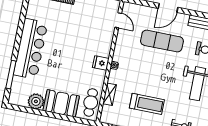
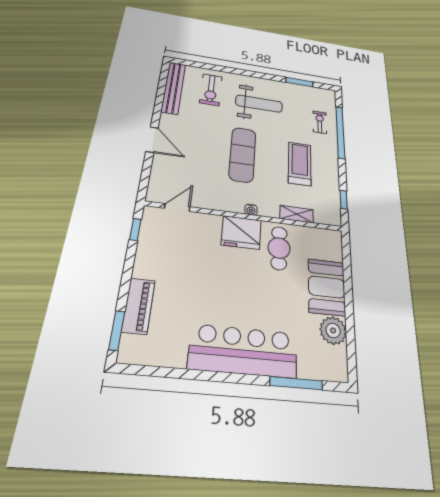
exercise mat: (162, 41) -> (243, 154), moved
fridge: (101, 63) -> (241, 232), width x1.88, depth x1.34
cafe table: (91, 103) -> (279, 248), moved, turned 90

